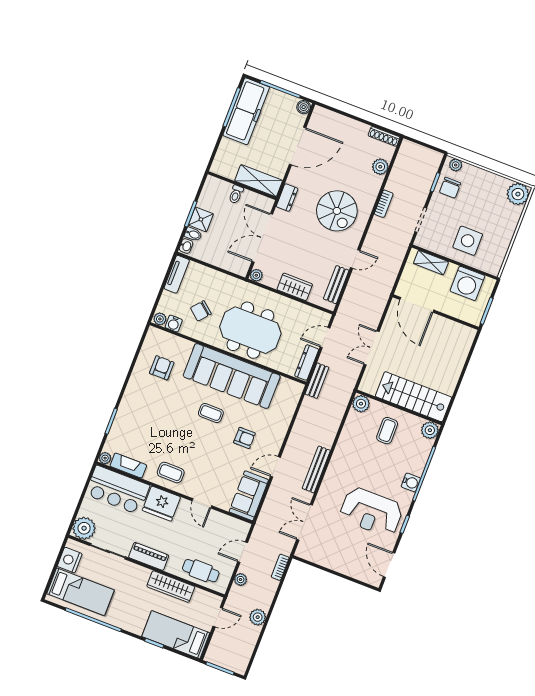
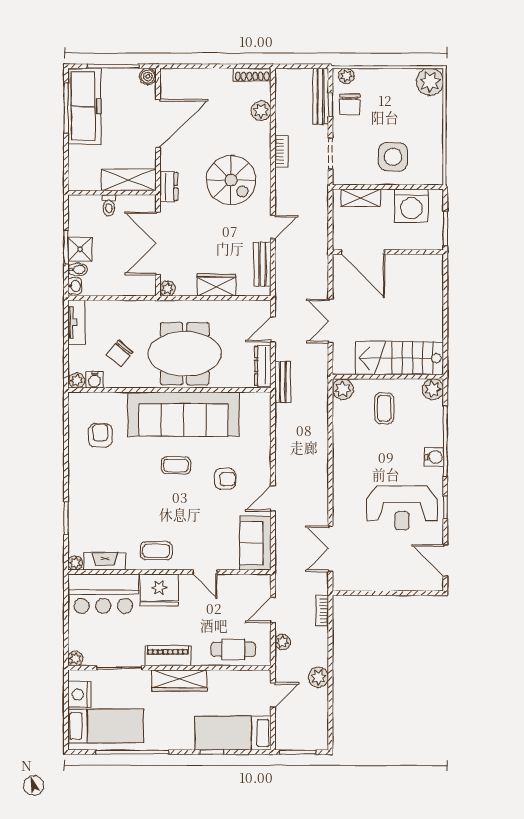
bench: (316, 469) -> (321, 96), moved
plant: (84, 528) -> (75, 658), width x0.53, depth x0.53
wardrobe: (171, 587) -> (179, 680), moved

